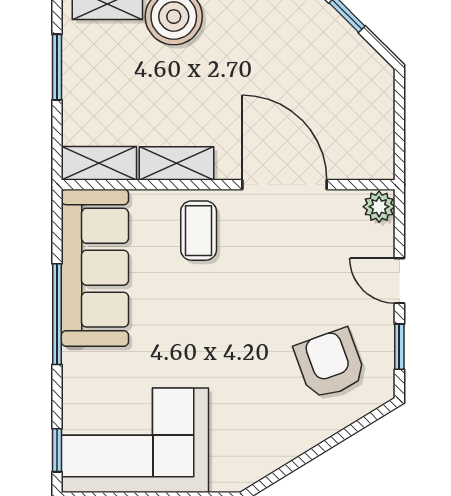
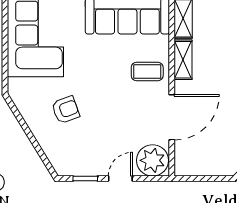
plant: (379, 207) -> (153, 160), width x1.87, depth x1.87
armchair: (330, 364) -> (66, 110), moved, width x0.72, depth x0.72

